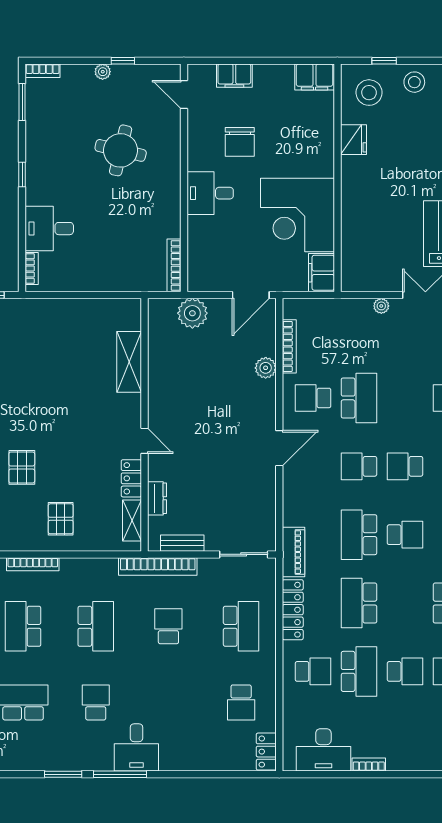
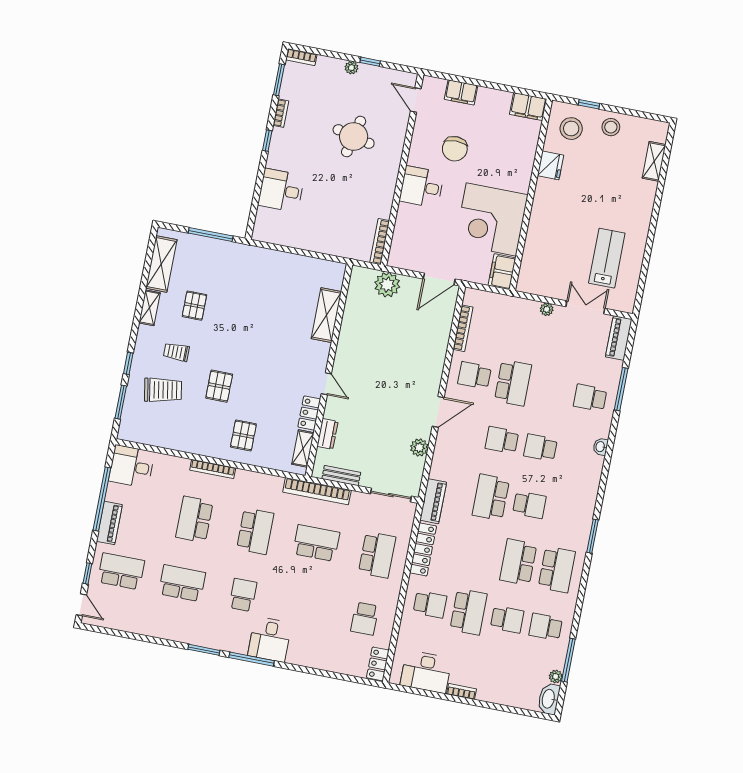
bookcase: (32, 268) -> (281, 113), moved
plant: (266, 368) -> (419, 448), moved
school desk: (359, 603) -> (518, 562), moved
school desk: (168, 626) -> (316, 543), width x1.85

